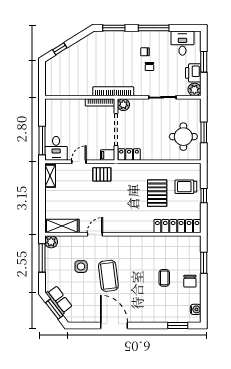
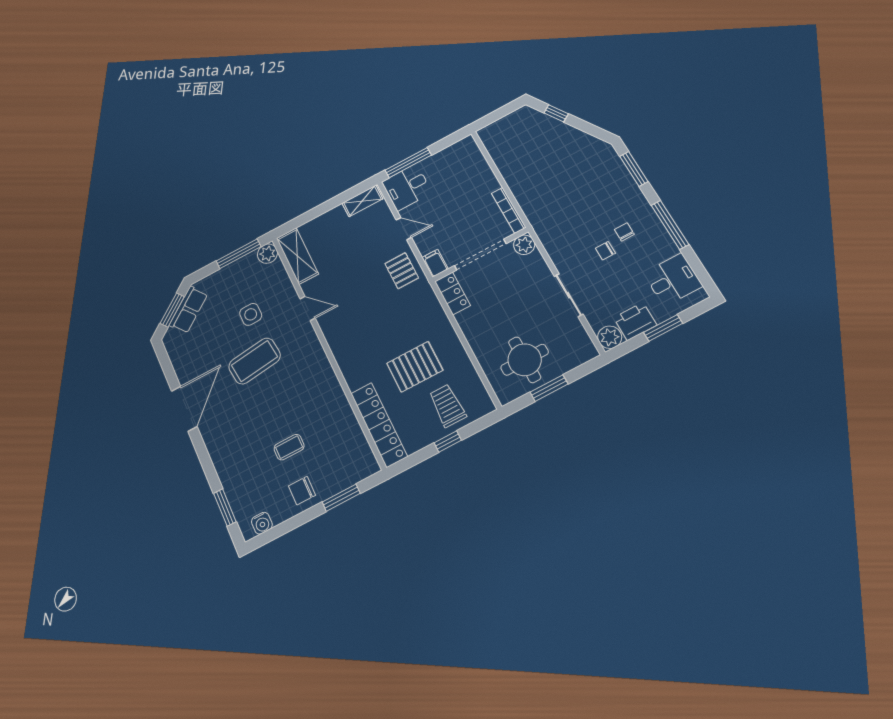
bookcase: (113, 91) -> (536, 220), removed

